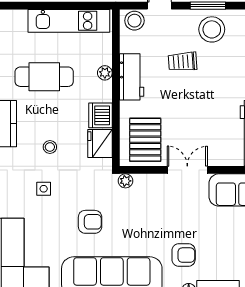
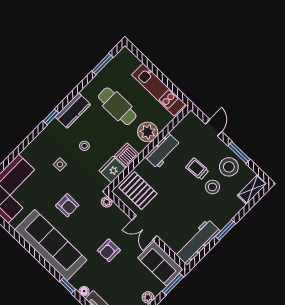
stool: (134, 21) -> (212, 187), moved
plant: (105, 73) -> (148, 132), width x1.88, depth x1.88
pallet: (145, 140) -> (138, 191), turned 90
double door: (187, 170) -> (144, 228), swing flipped
armchair: (184, 255) -> (109, 250), moved, turned 90

